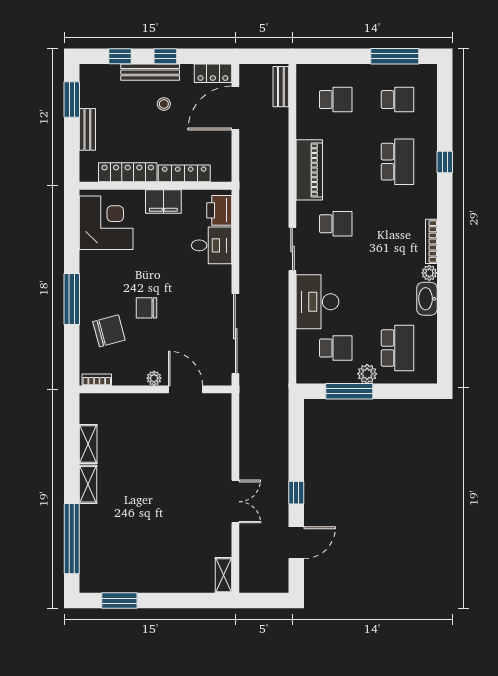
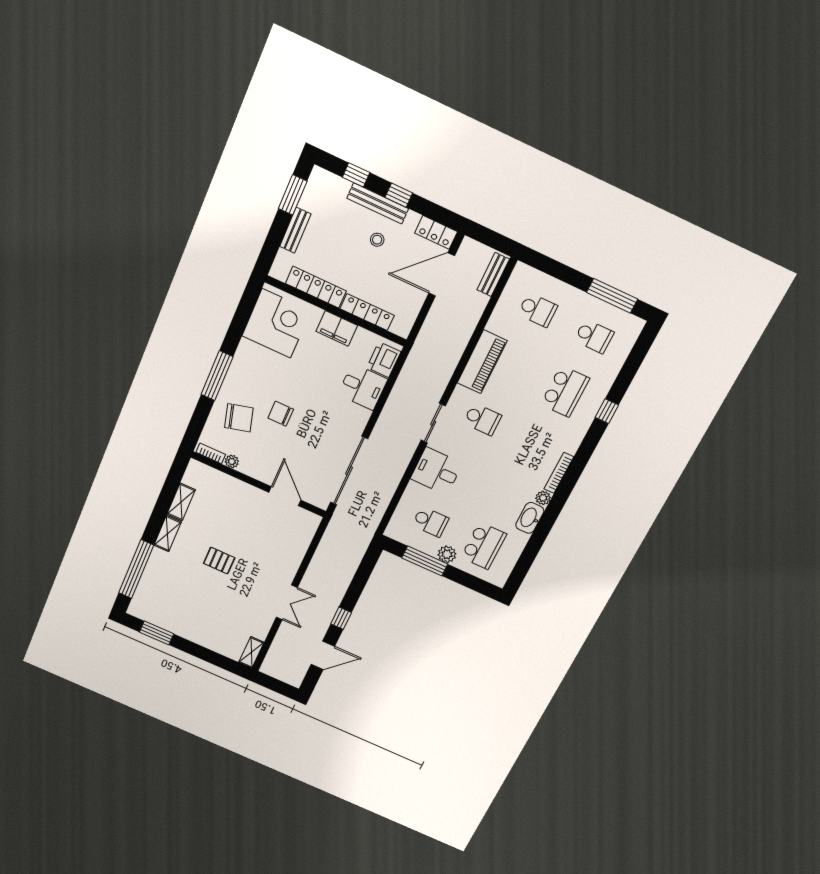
desk: (317, 302) -> (436, 471), width x0.73
plant: (154, 378) -> (232, 461), moved
pallet: (150, 489) -> (219, 561), added

